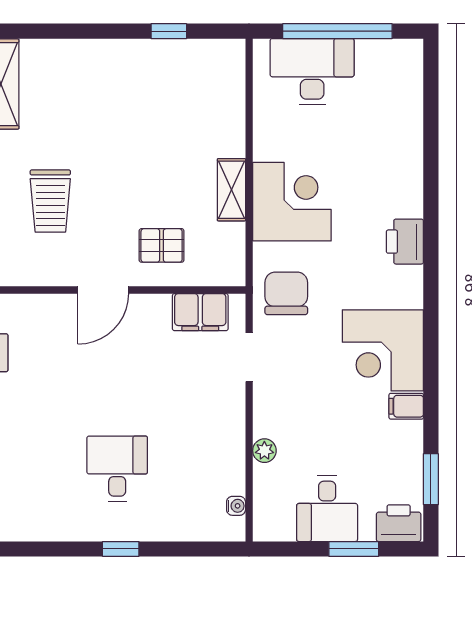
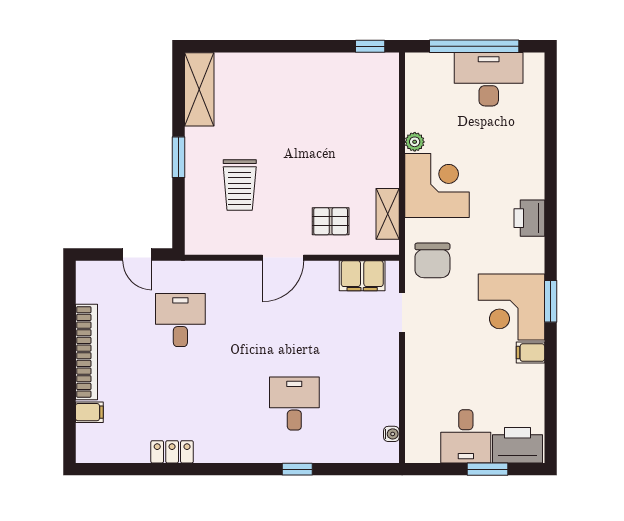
window: (169, 31) -> (370, 46), moved
desk: (312, 71) -> (489, 79), moved
shelving: (231, 190) -> (388, 214), moved
chair: (286, 293) -> (432, 260), turned 180
plant: (264, 451) -> (415, 142), moved
window: (431, 479) -> (551, 301), moved
printer: (399, 523) -> (517, 445), width x1.37, depth x1.19

